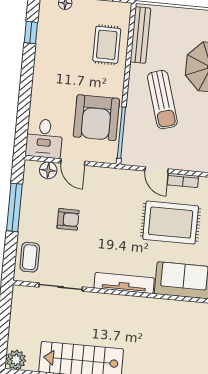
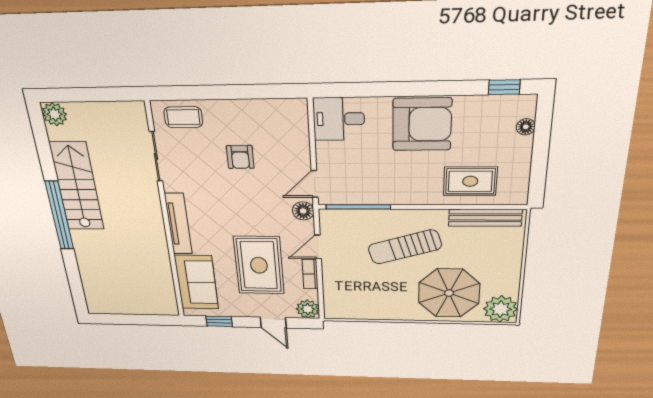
window: (31, 32) -> (504, 87), moved
armchair: (96, 118) -> (422, 124), moved, turned 180
door: (73, 162) -> (315, 184), moved
floor lamp: (48, 170) -> (303, 211), moved
window: (14, 207) -> (242, 92), removed

